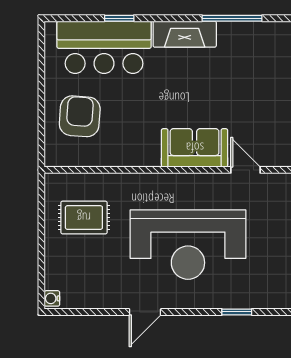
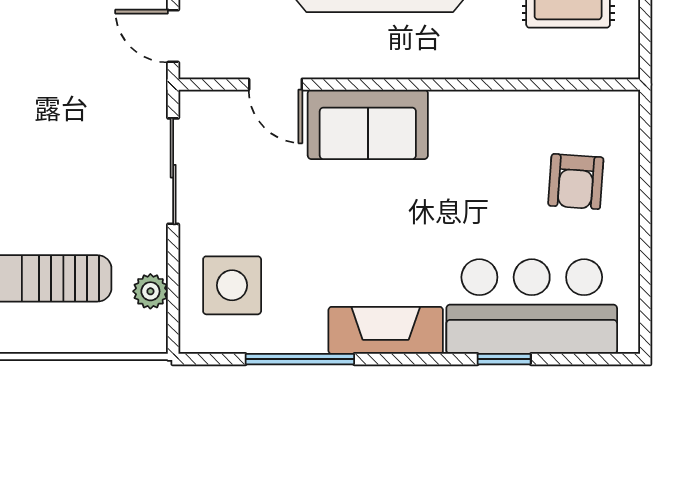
side table: (269, 59) -> (232, 285), added
armchair: (80, 116) -> (576, 182), width x0.72, depth x0.72

